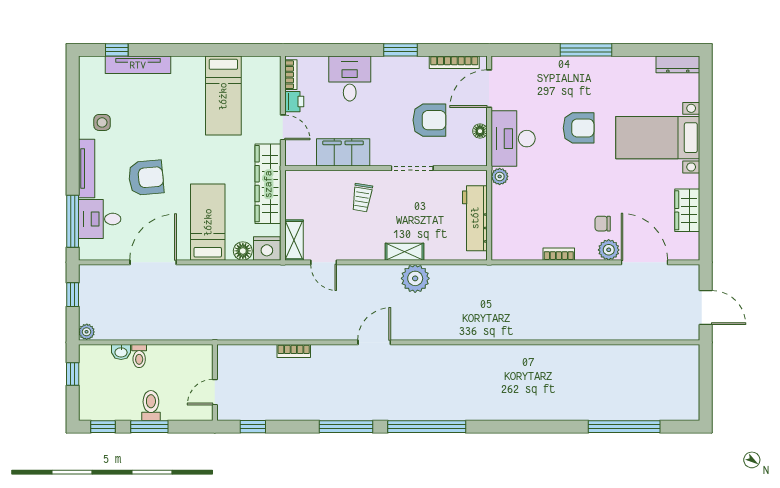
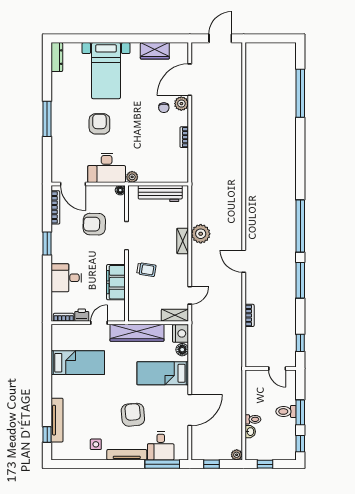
armchair: (429, 120) -> (94, 224), turned -89
floor lamp: (480, 131) -> (120, 190), moved
door: (153, 262) -> (190, 410), swing flipped

